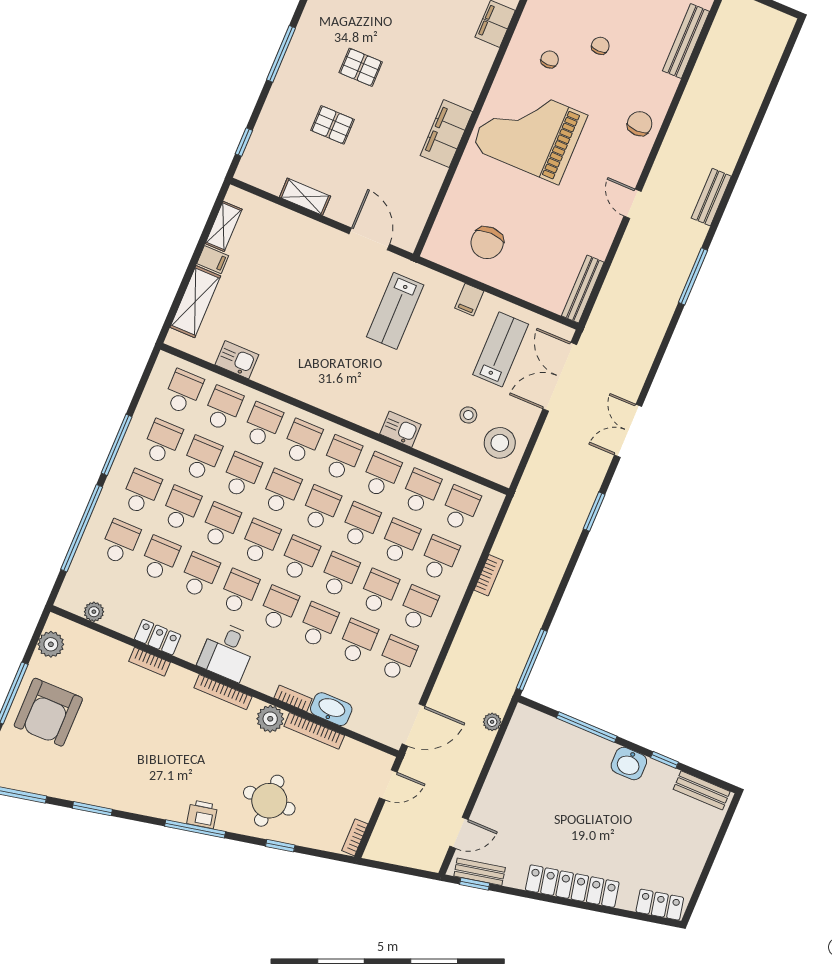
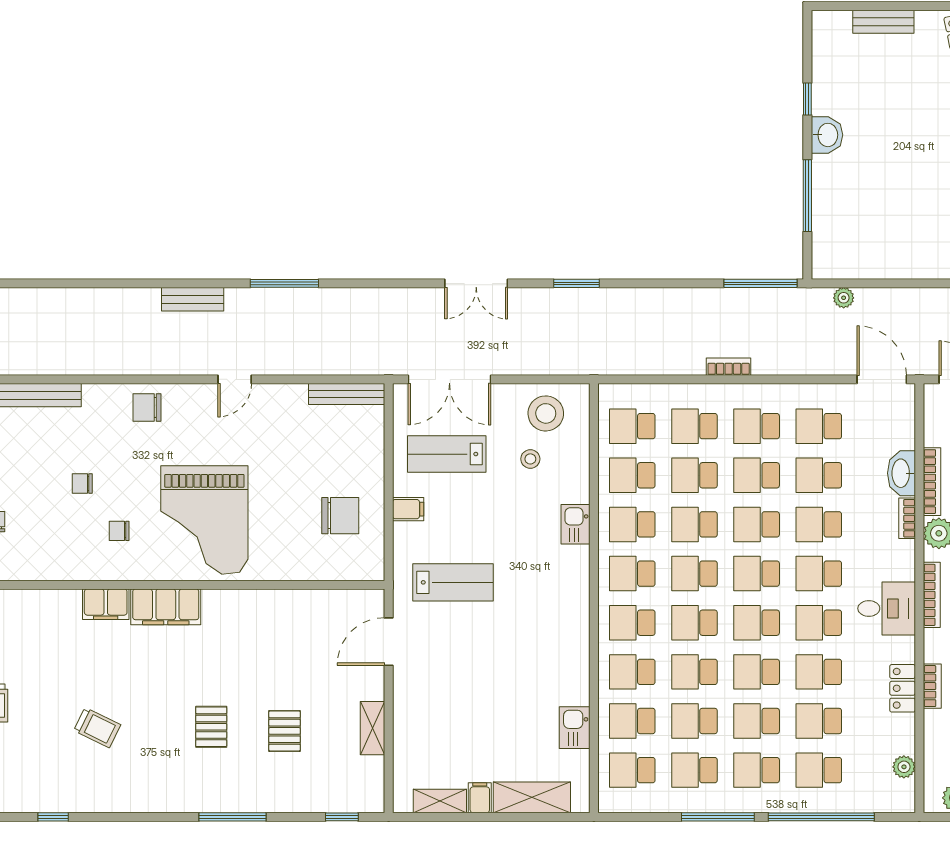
filing cabinet: (446, 134) -> (166, 607), moved
bookcase: (489, 575) -> (729, 367), moved
bench: (702, 790) -> (883, 22), moved, turned 90

